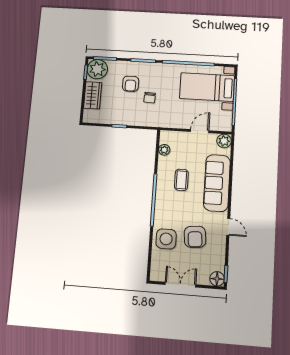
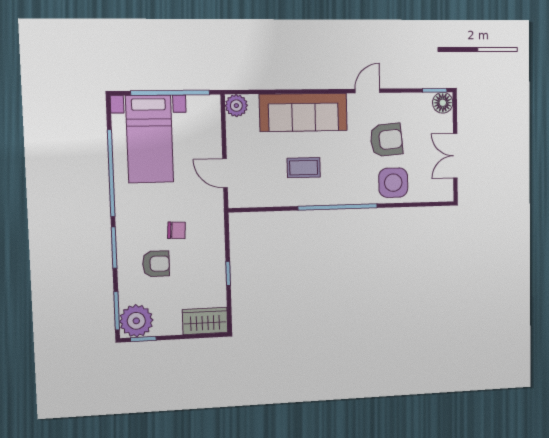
wardrobe: (93, 95) -> (205, 321), moved
door: (200, 131) -> (225, 173), moved
plant: (164, 150) -> (259, 199), removed

